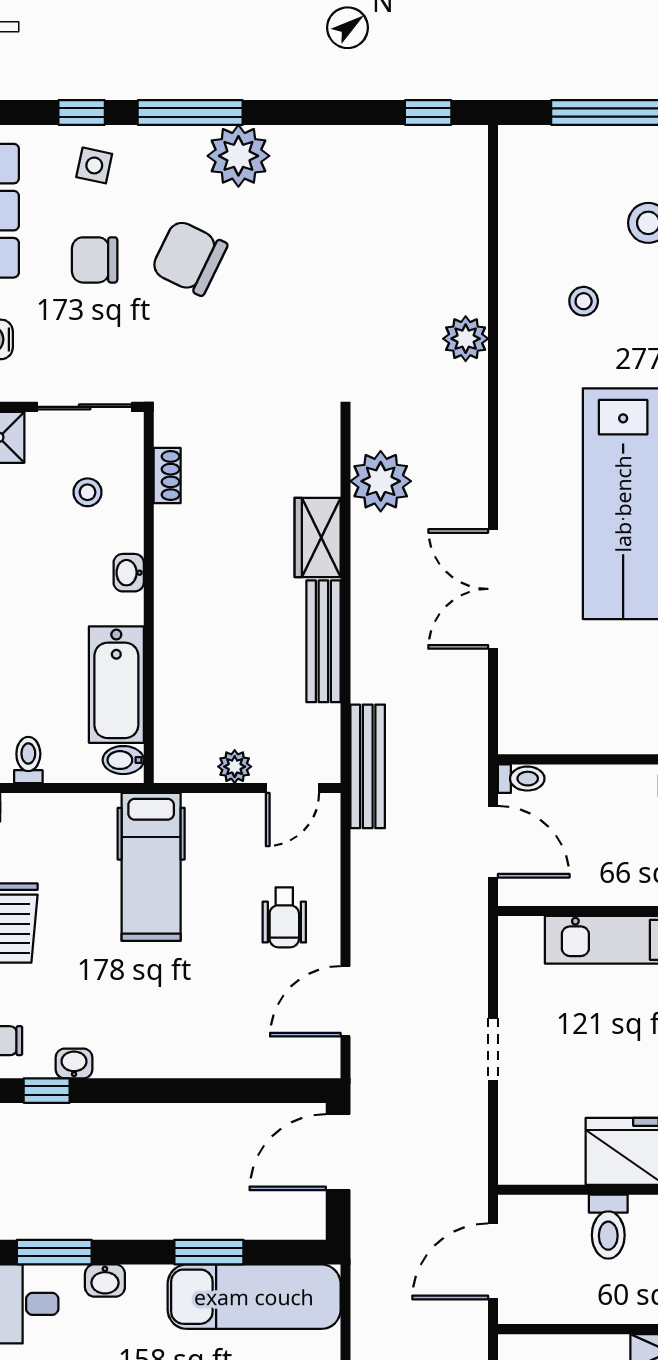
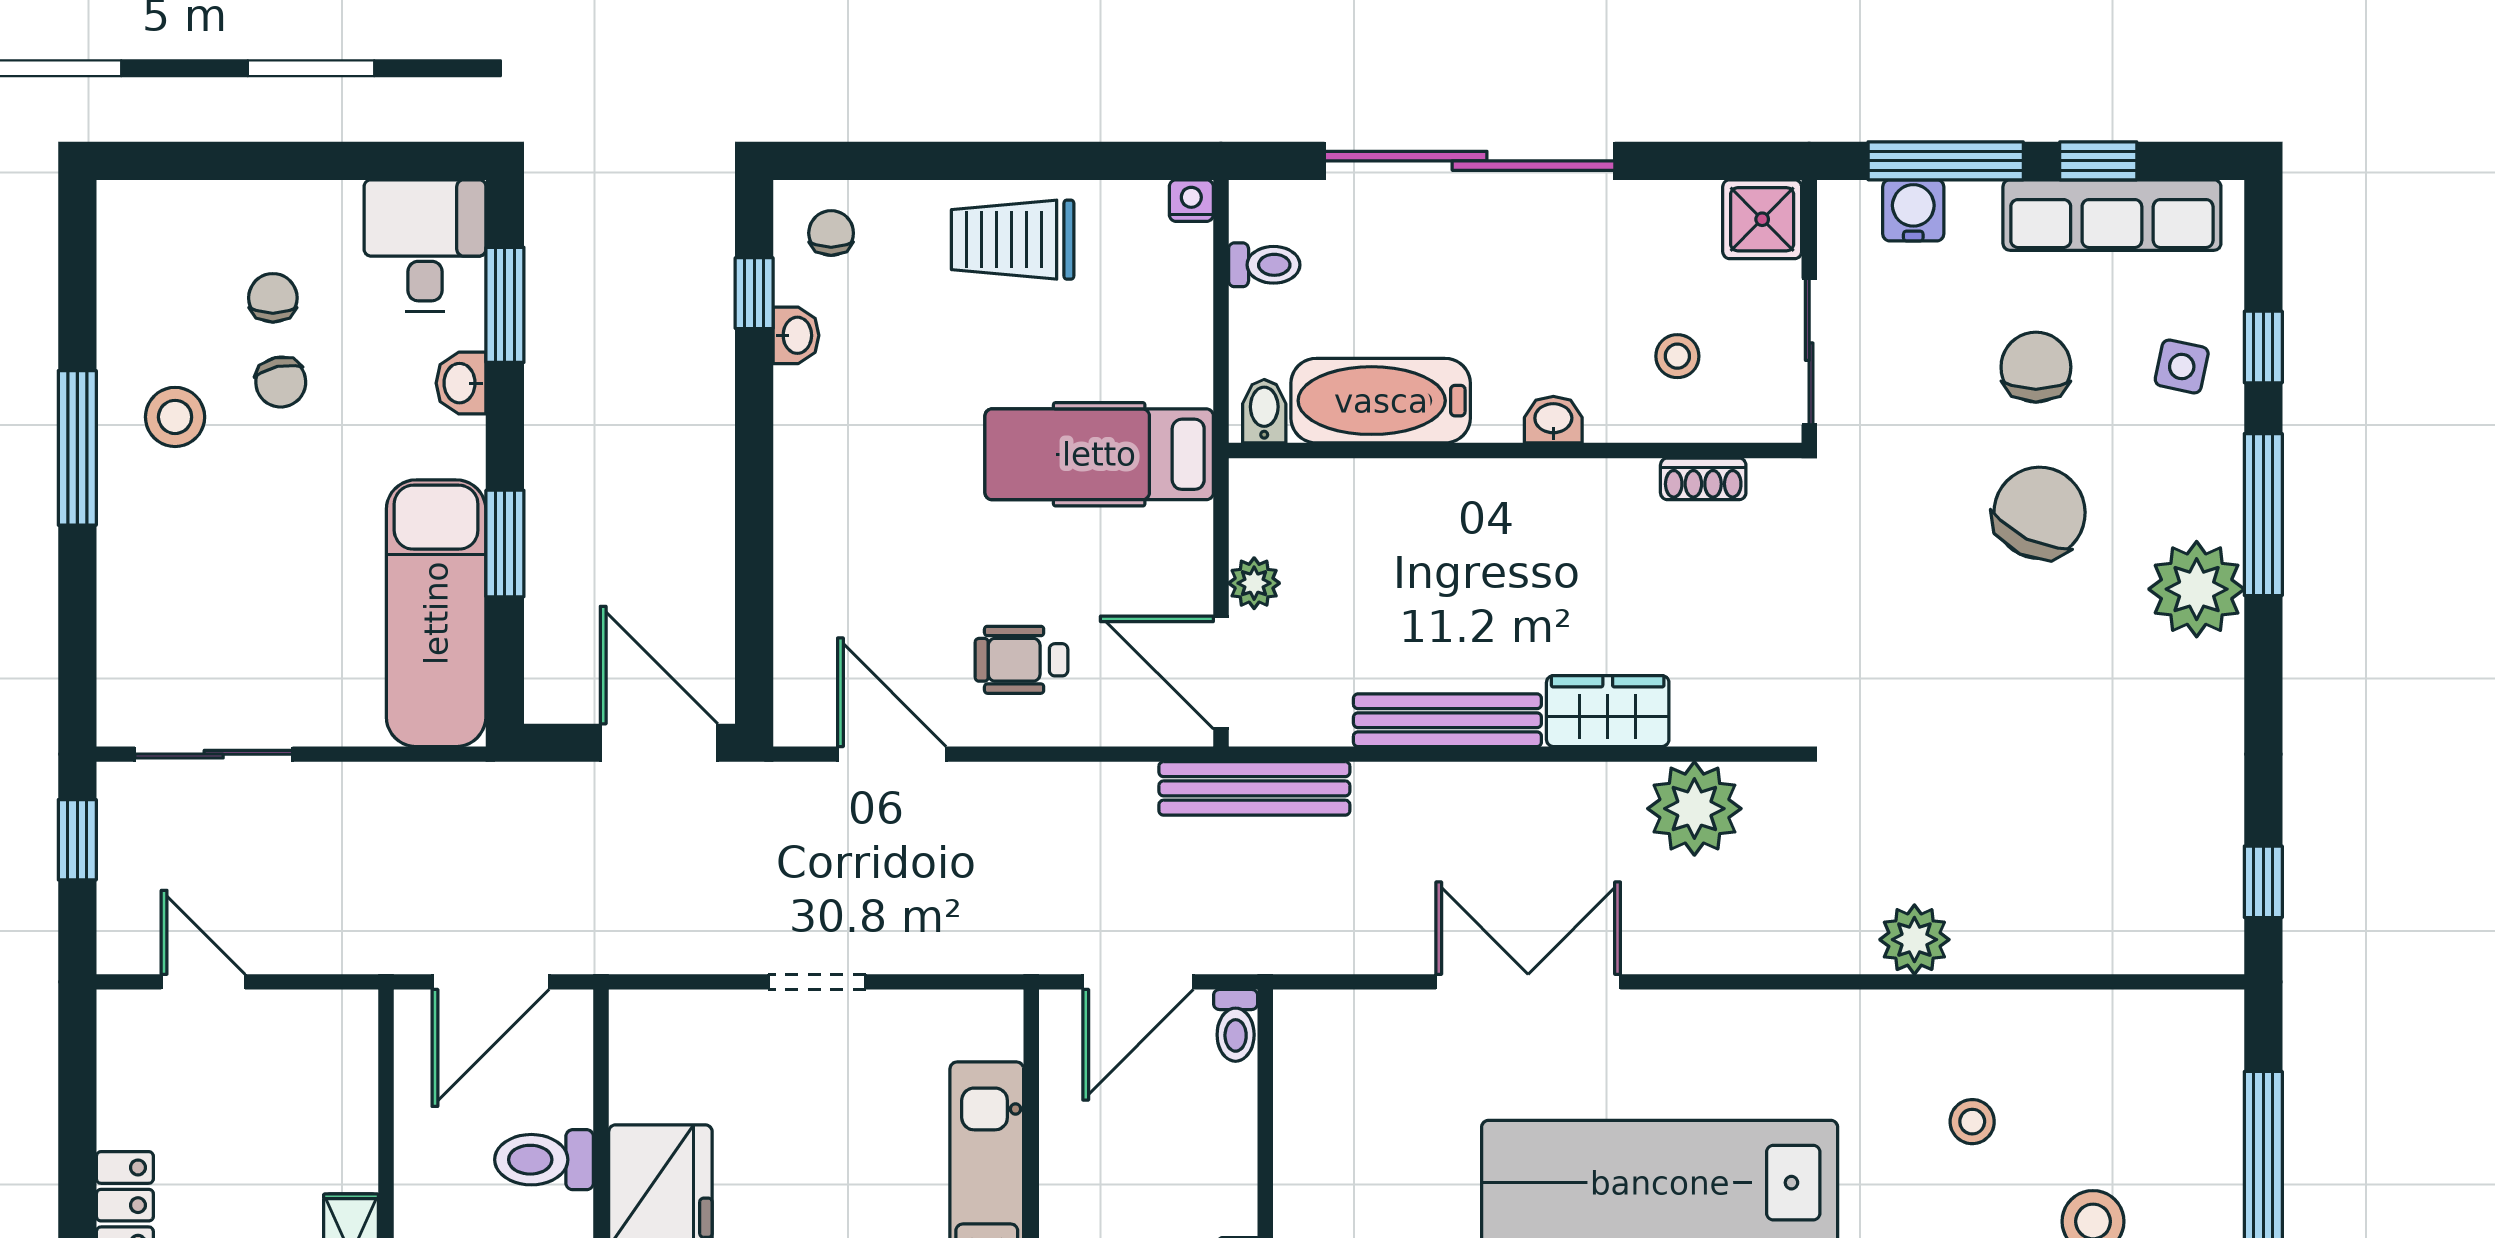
door: (293, 788) -> (1221, 673), width x1.38
door: (493, 1261) -> (491, 982), swing flipped

